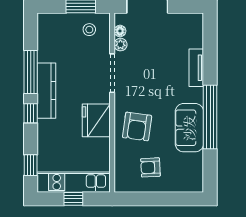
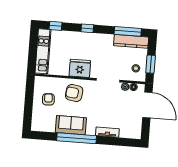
window: (31, 72) -> (128, 31), moved
kitchen counter: (46, 91) -> (131, 41), moved
window: (73, 199) -> (33, 51), removed

